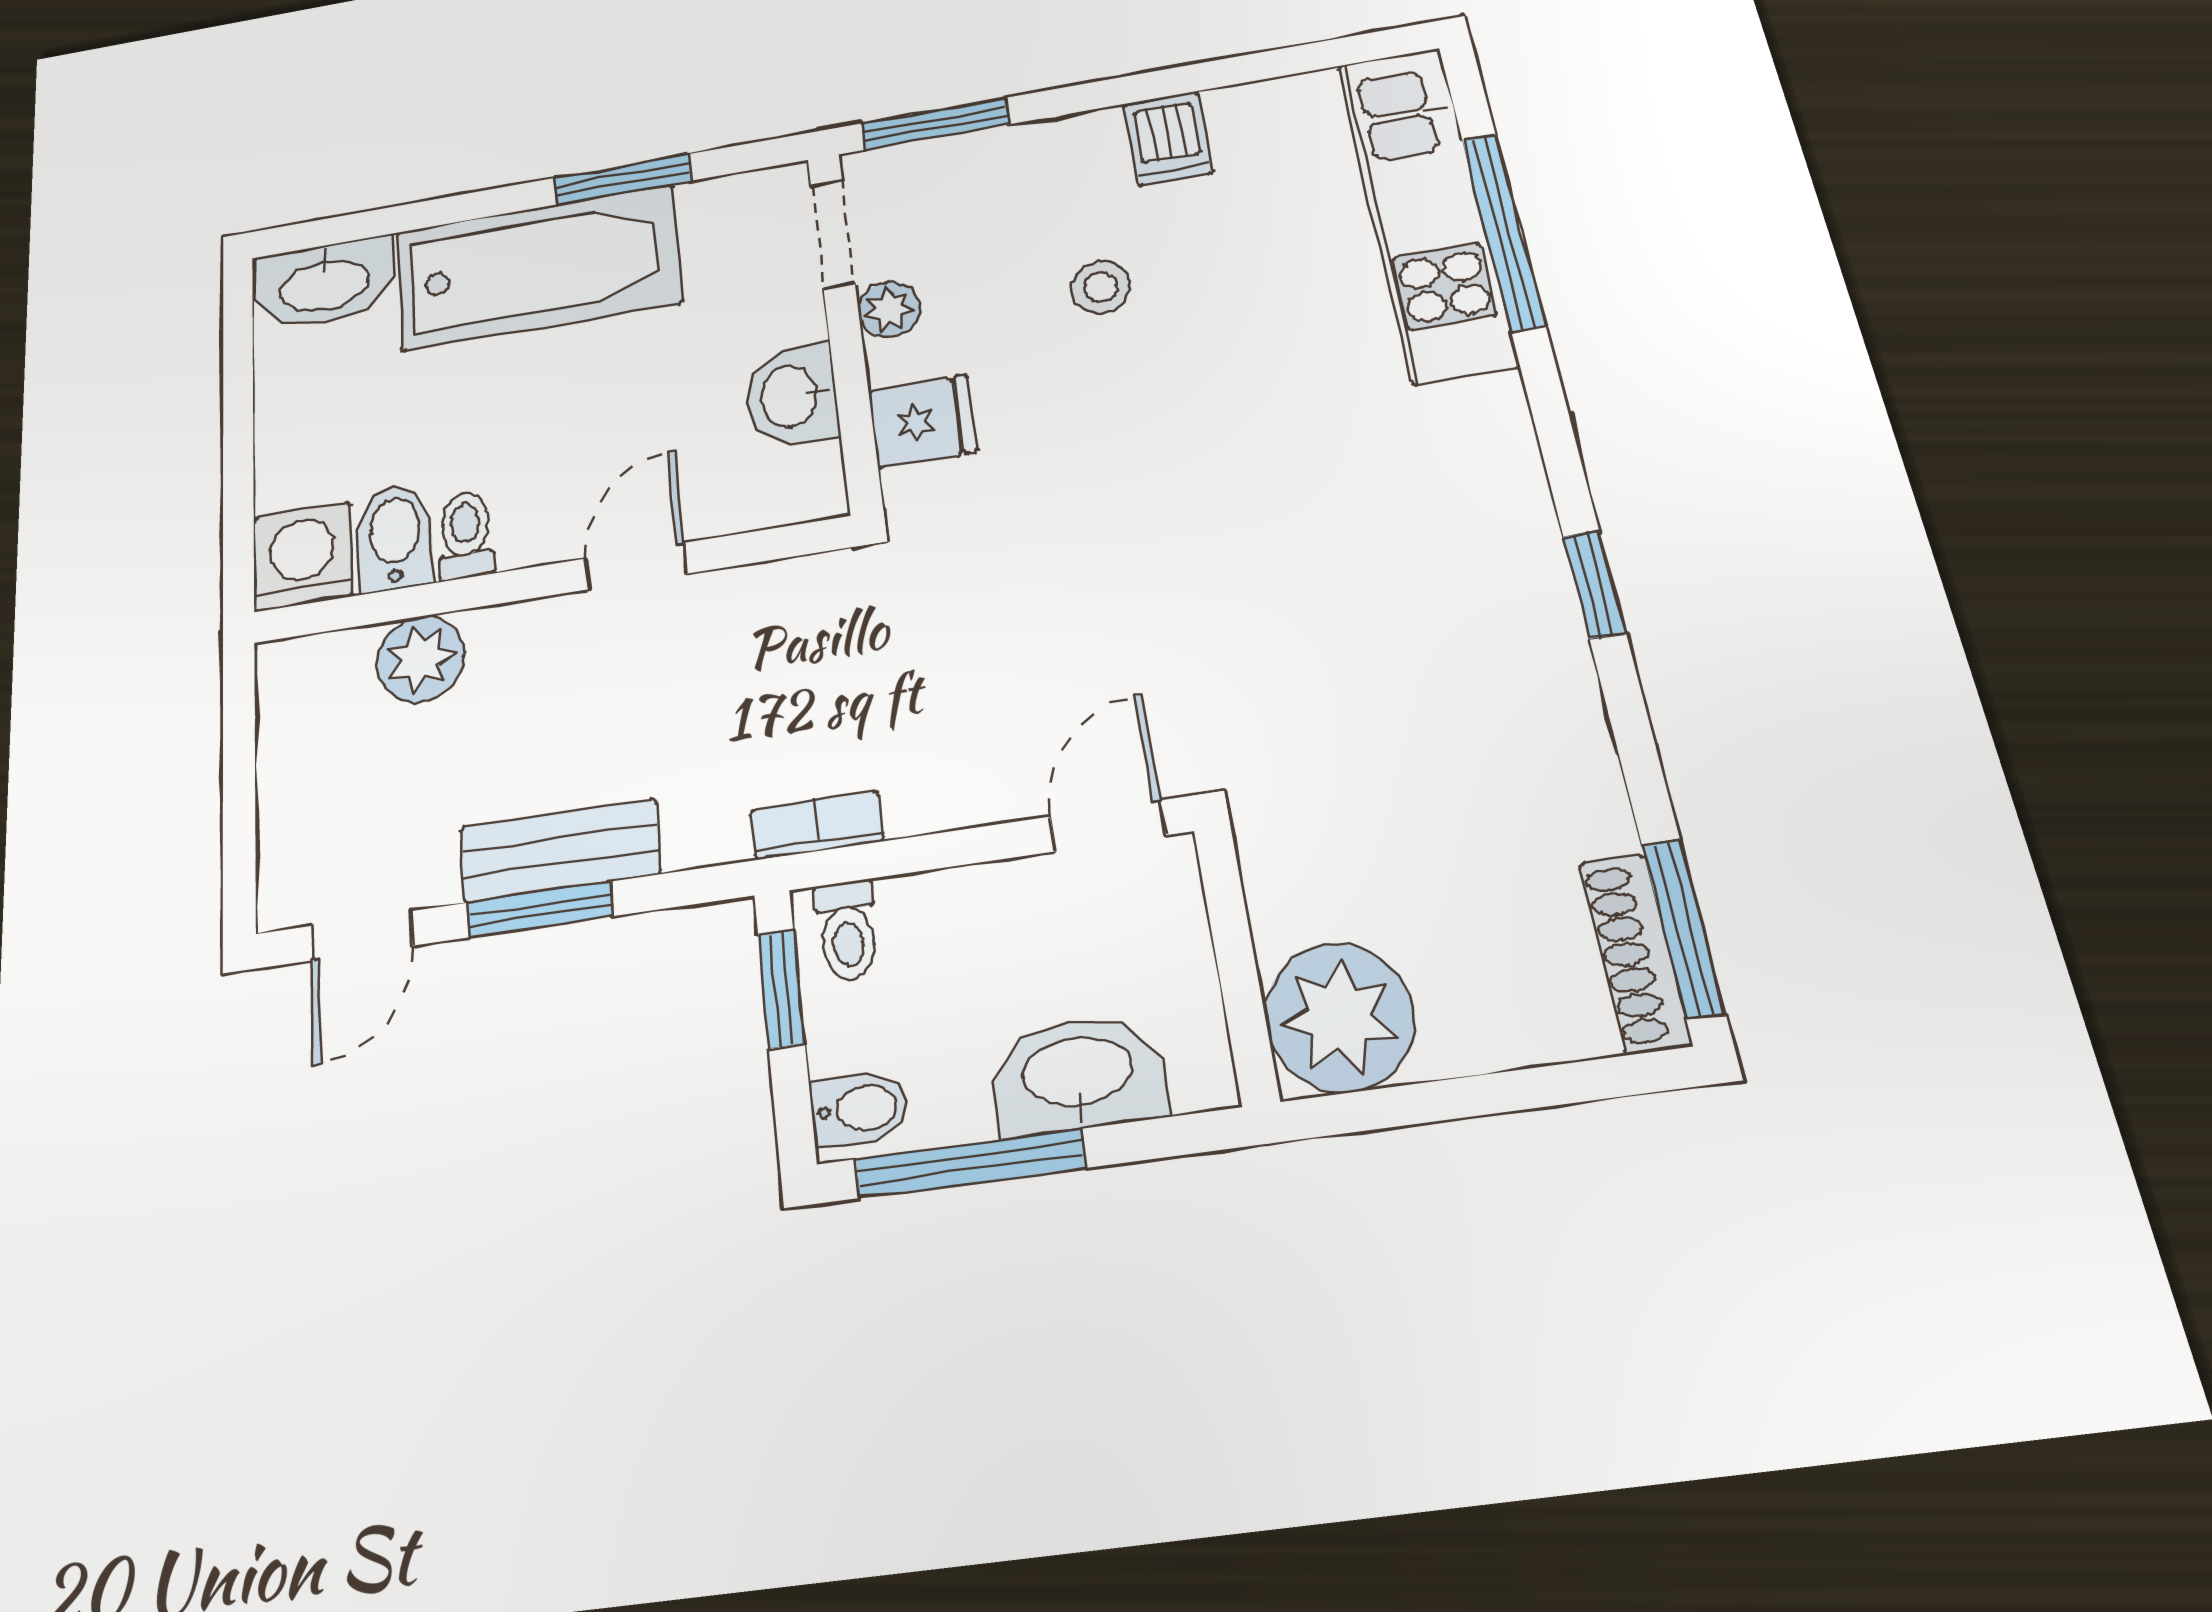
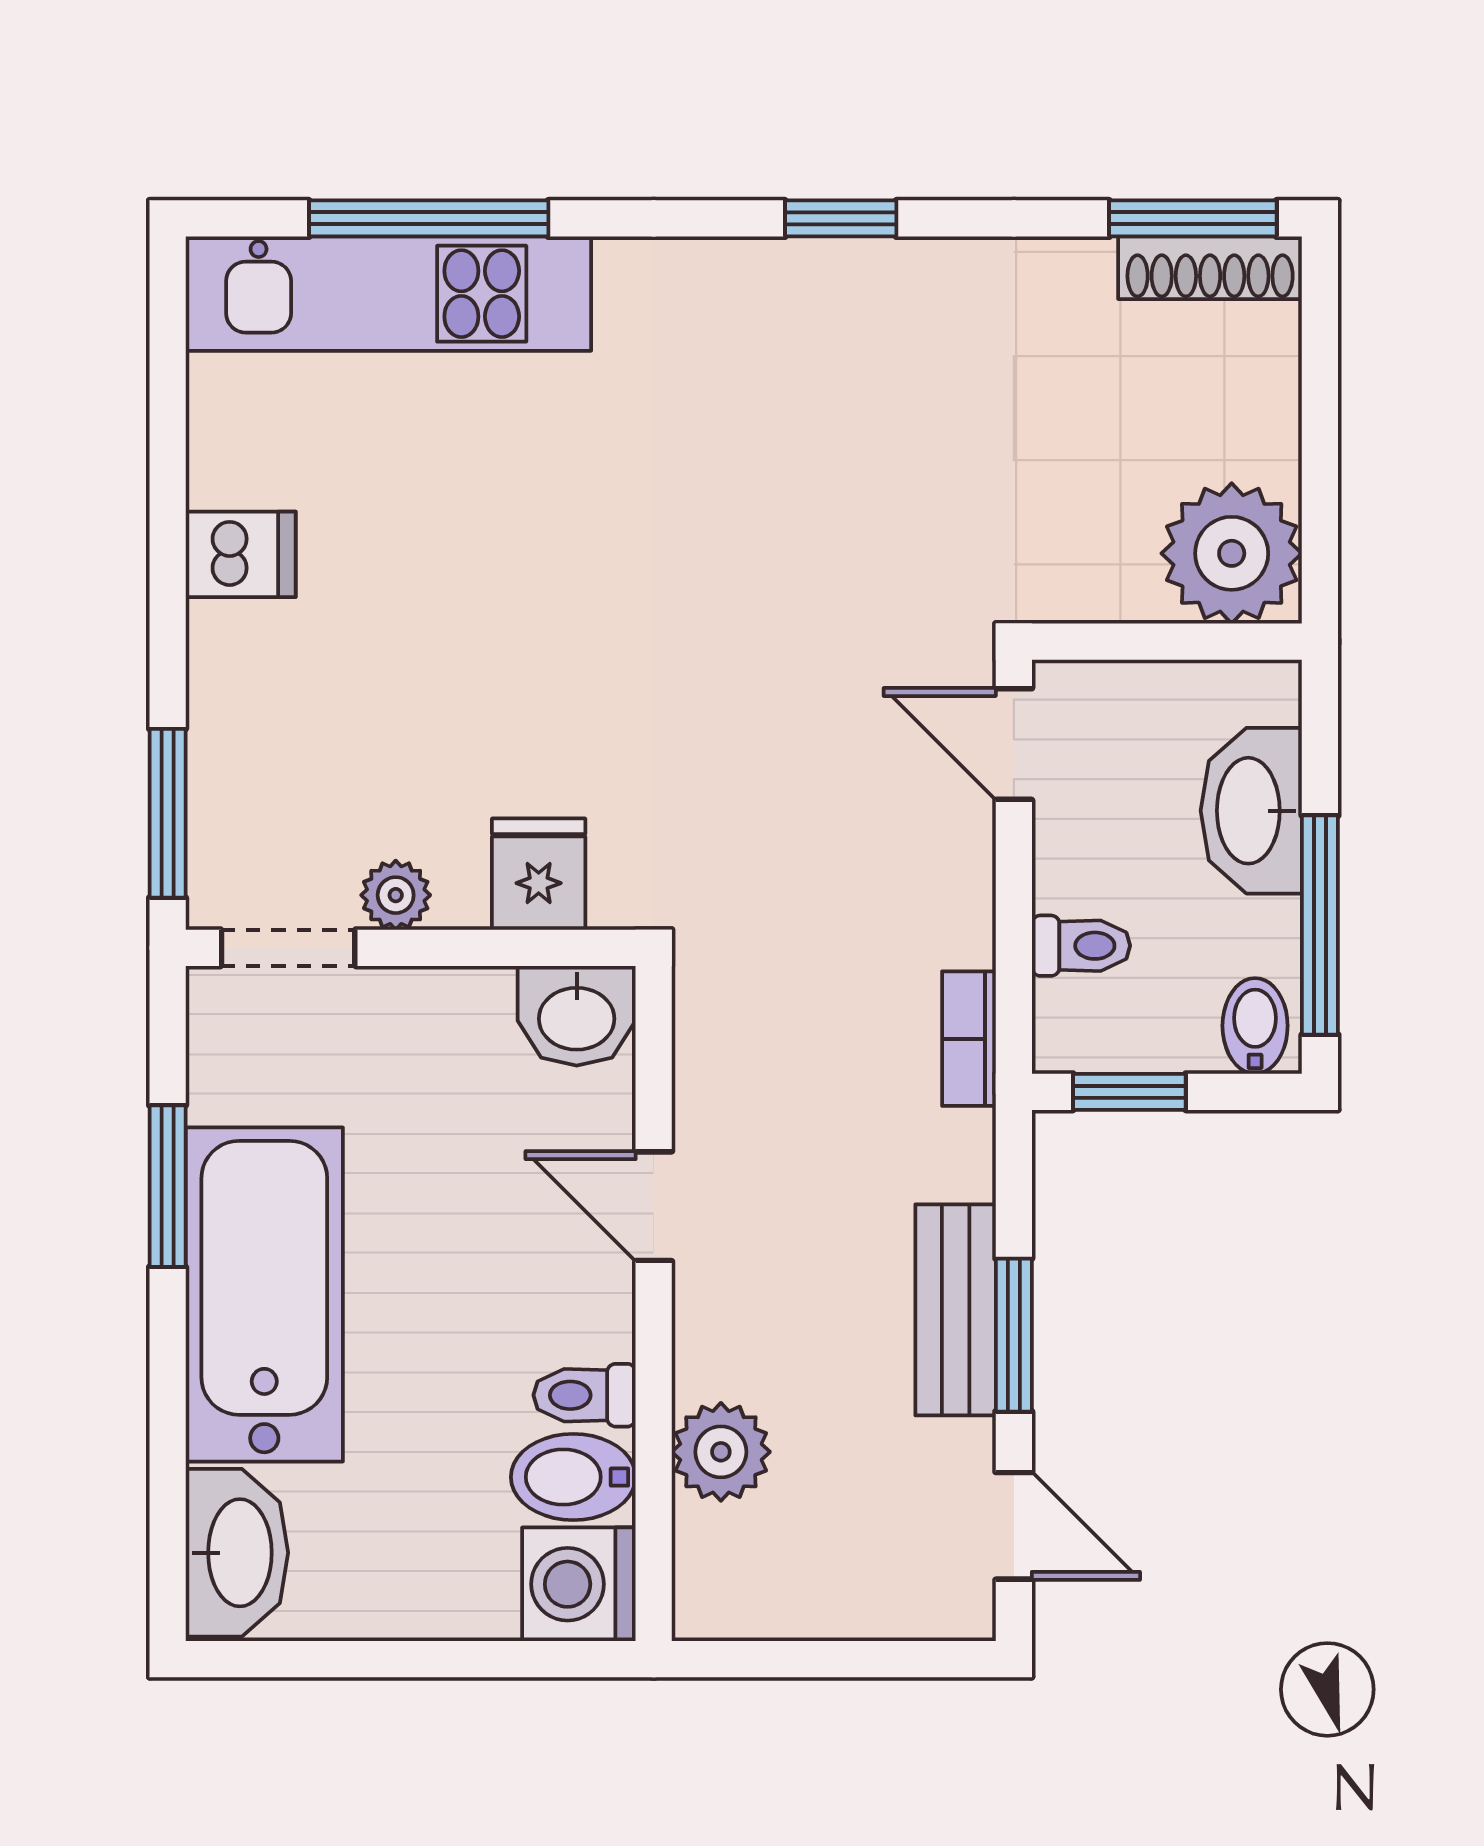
stool: (1101, 287) -> (413, 658), removed
washbasin: (791, 396) -> (577, 1016), moved
toilet: (847, 931) -> (1081, 946), moved

